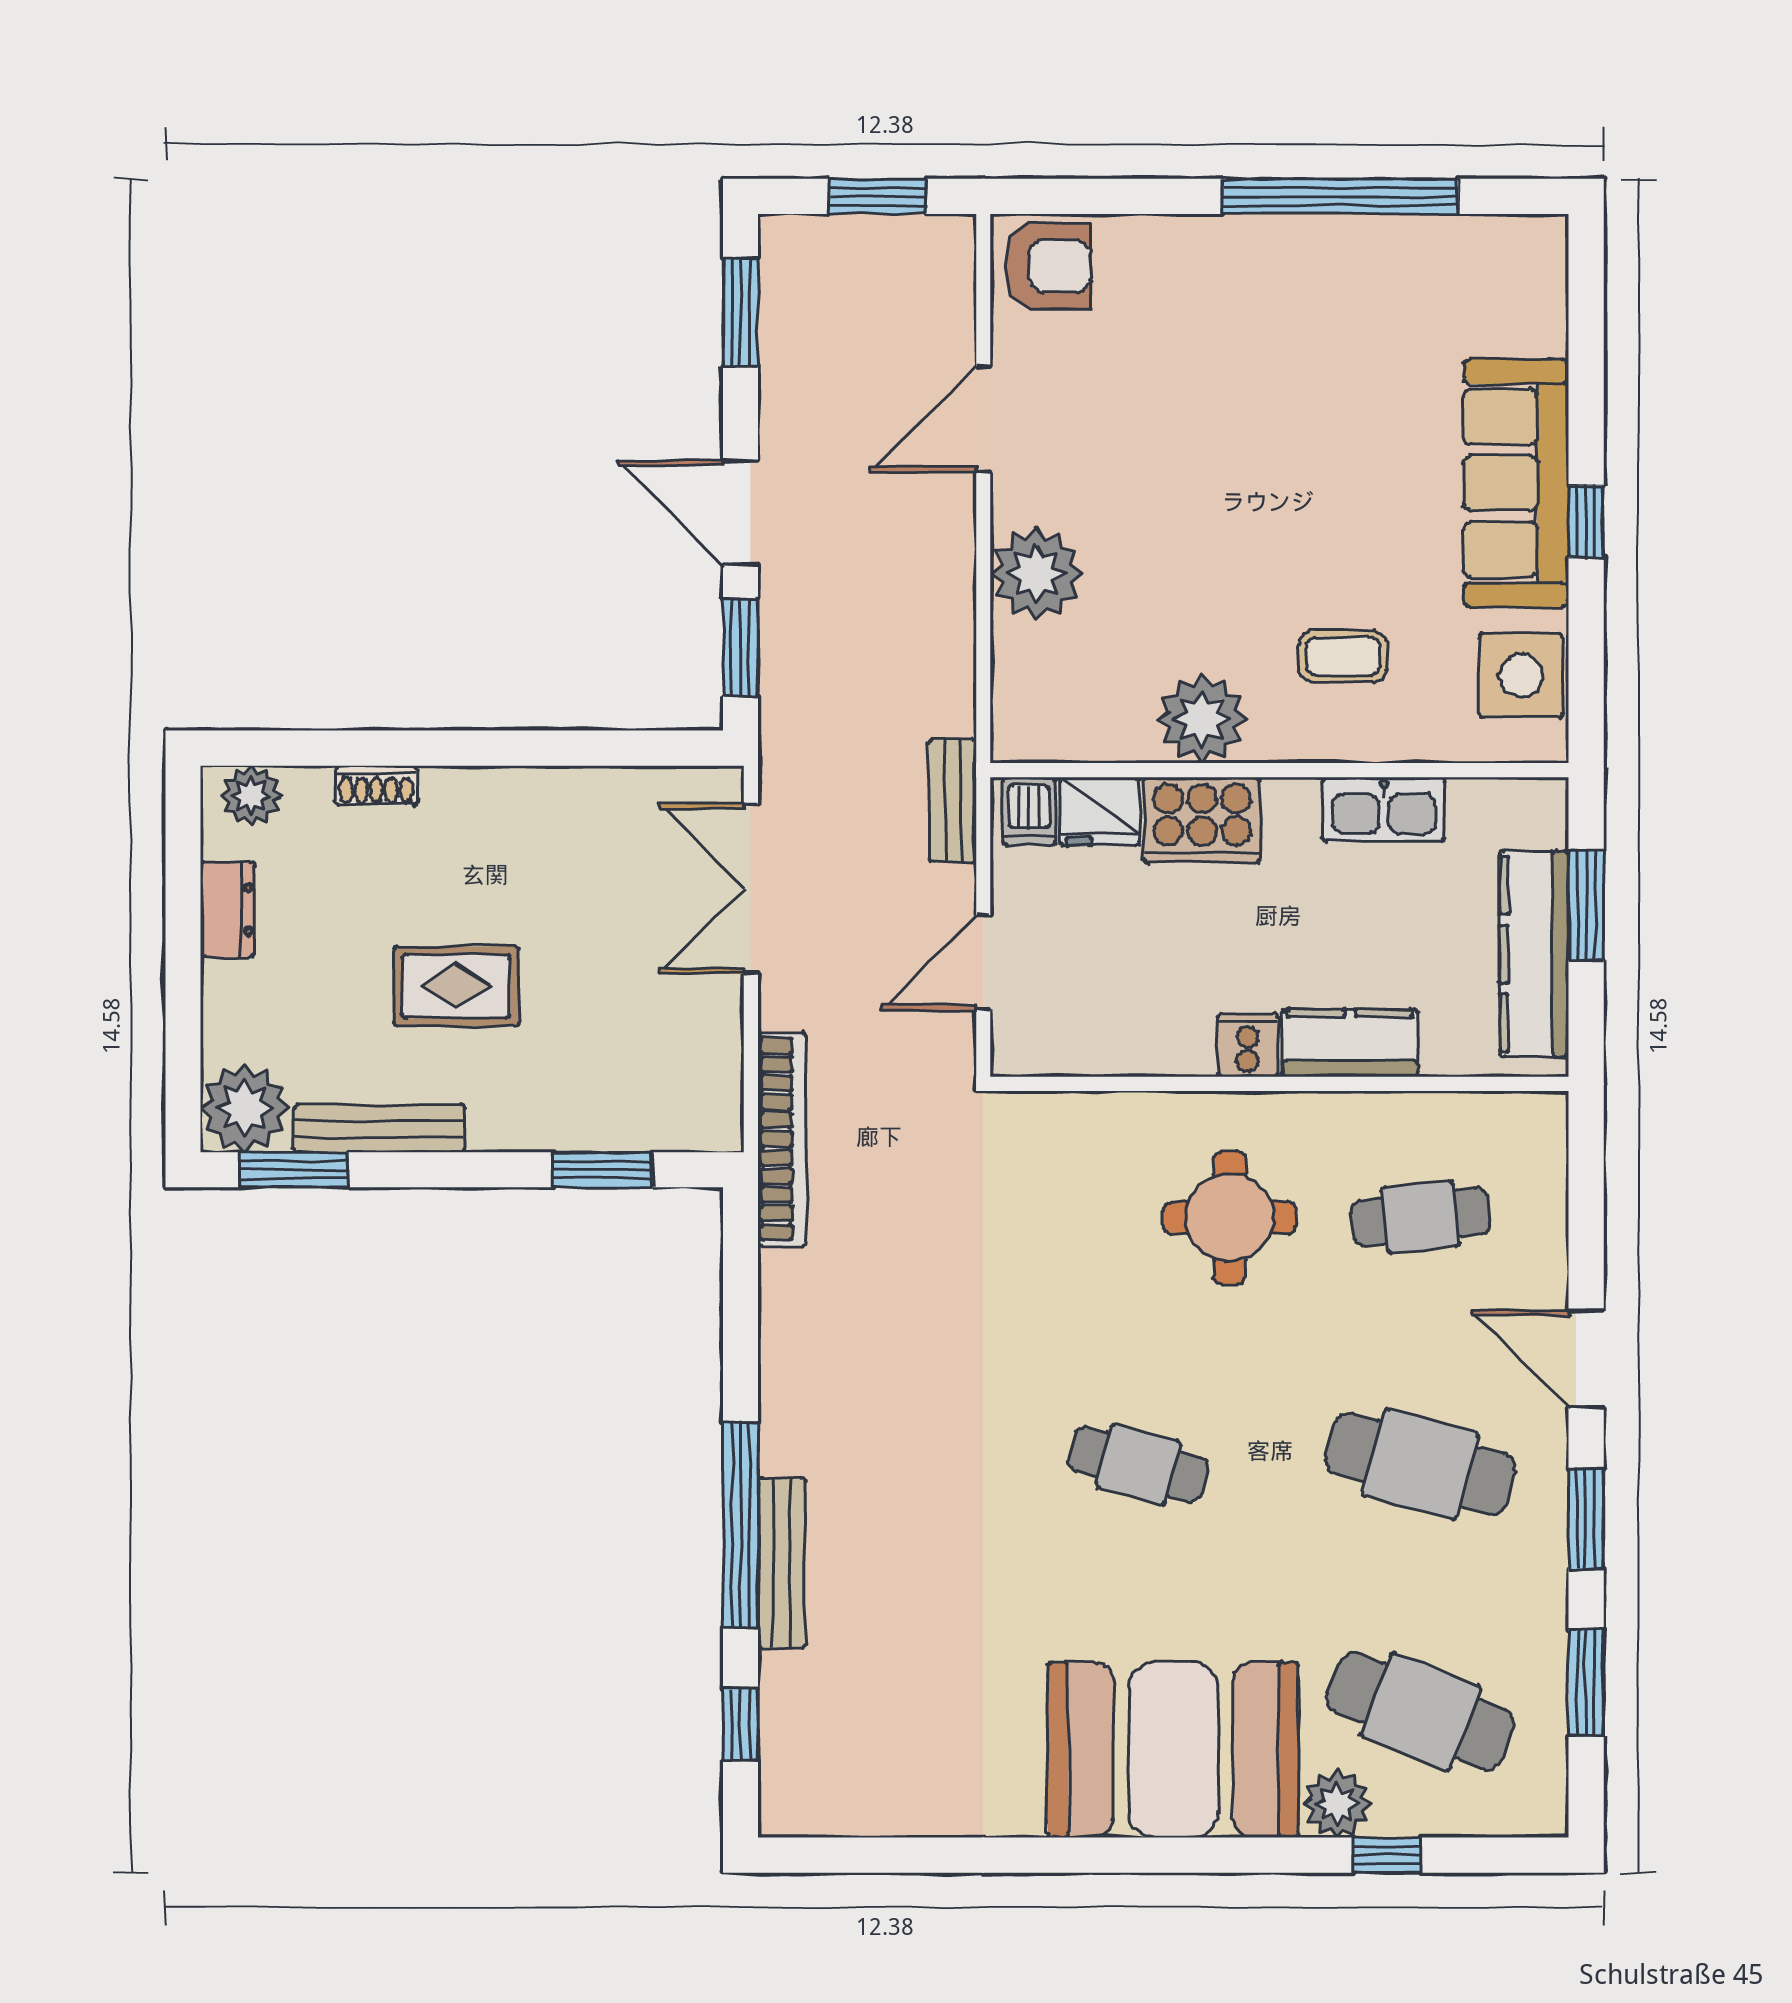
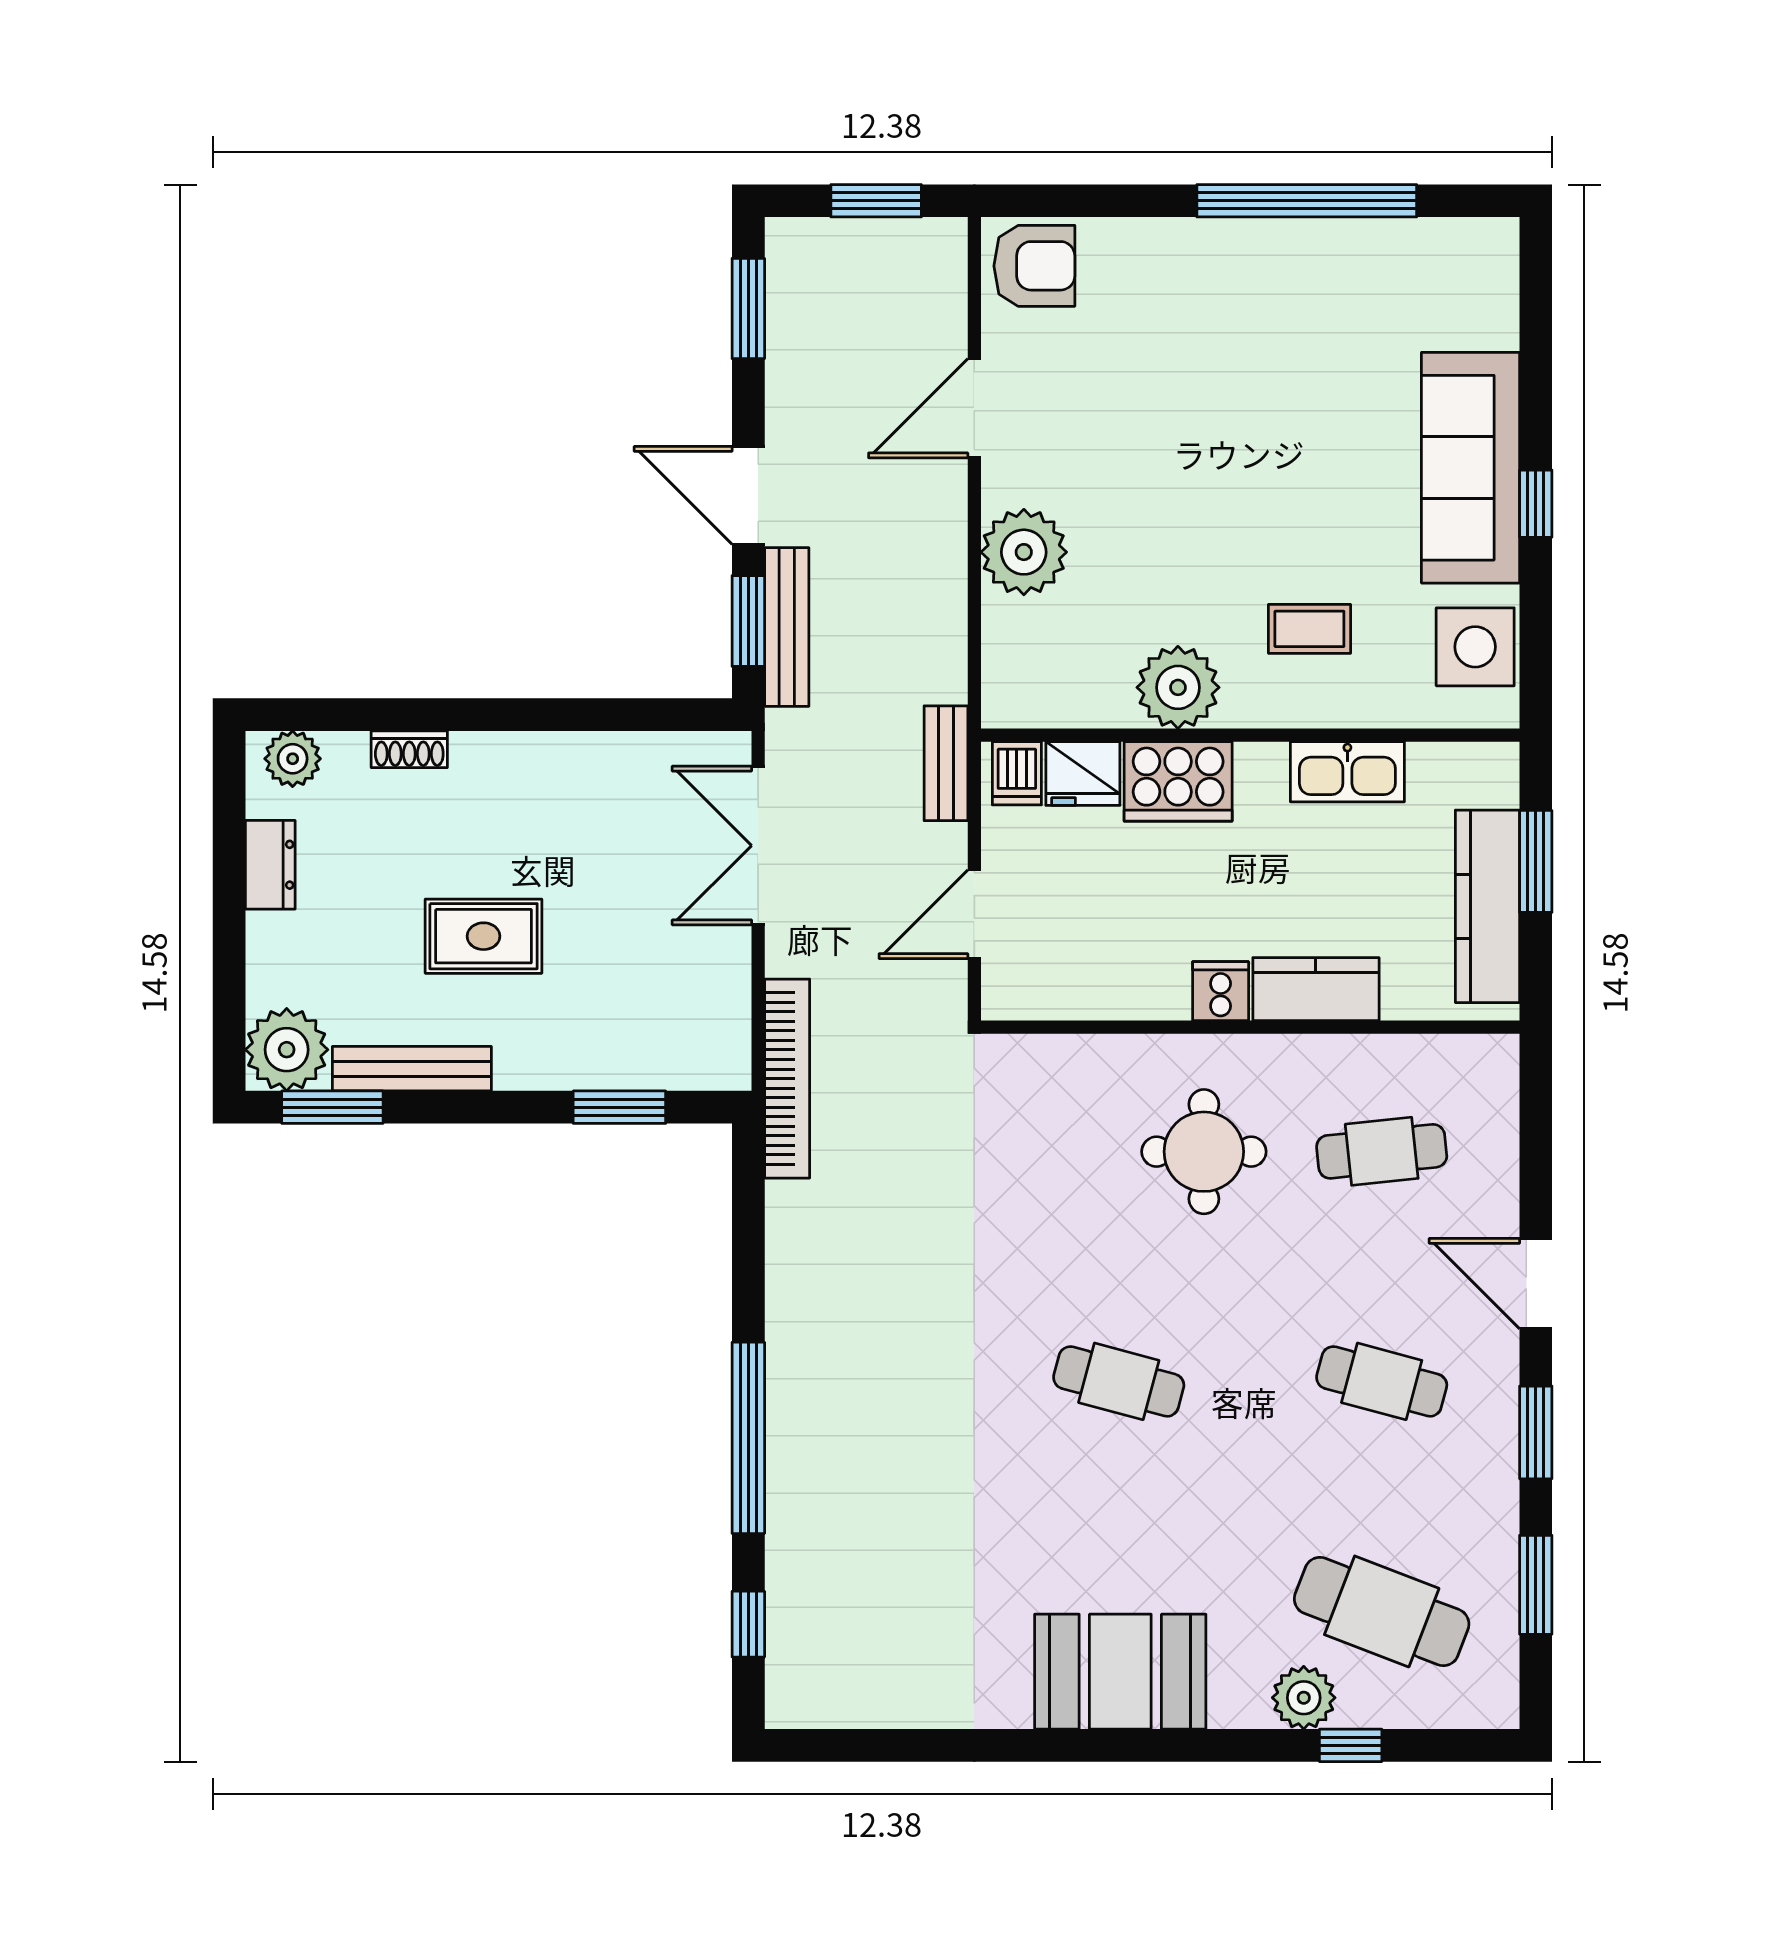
cafe table: (1421, 1464) -> (1382, 1381), width x0.73, depth x0.74
bench: (782, 1563) -> (787, 627), moved
booth: (1173, 1750) -> (1120, 1672), width x0.73, depth x0.70

